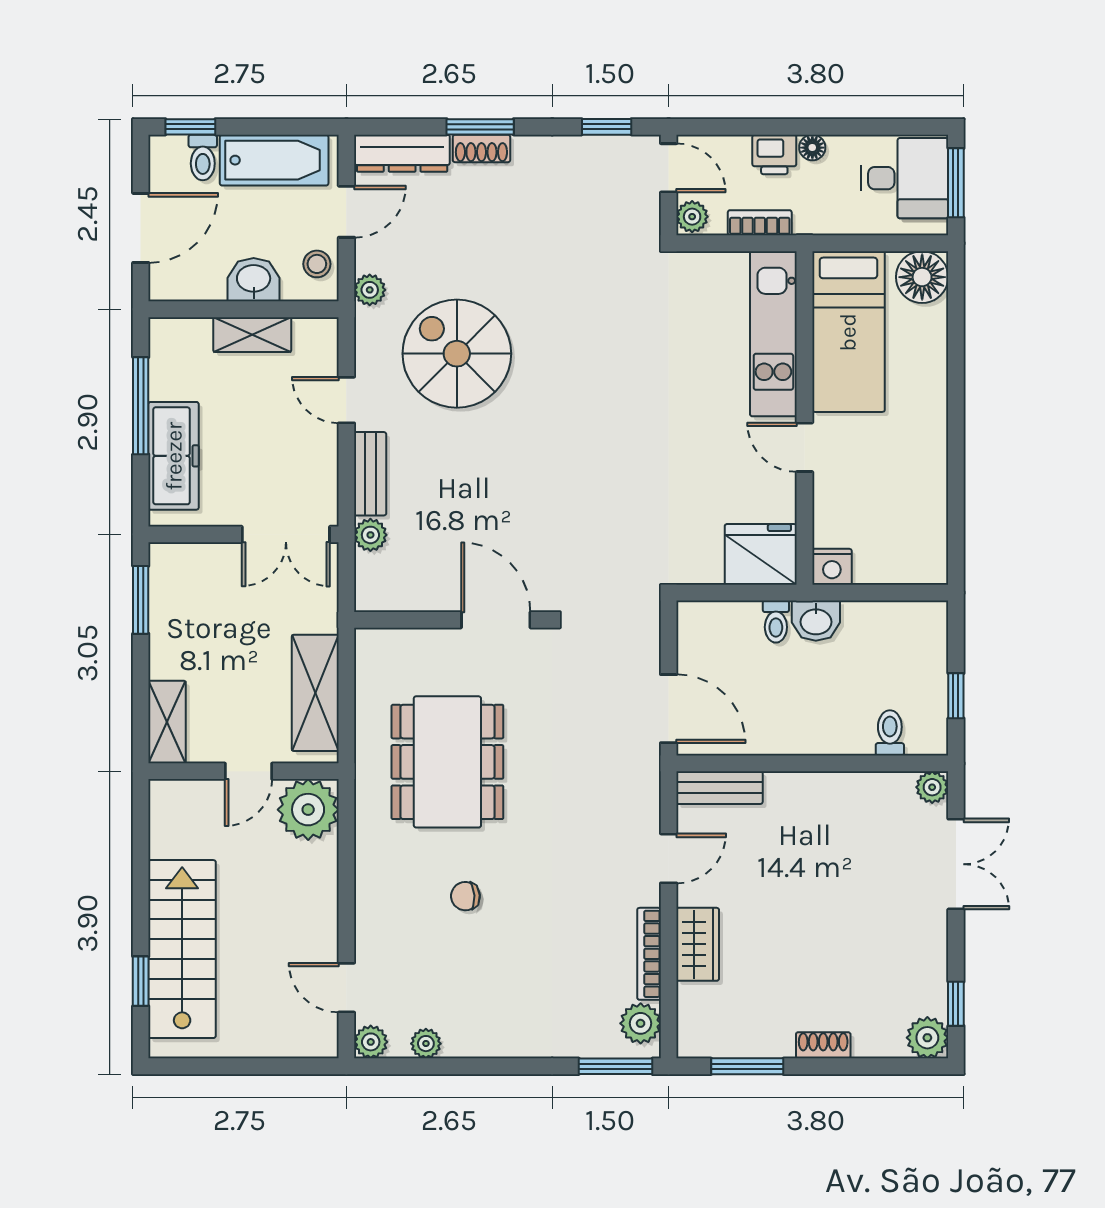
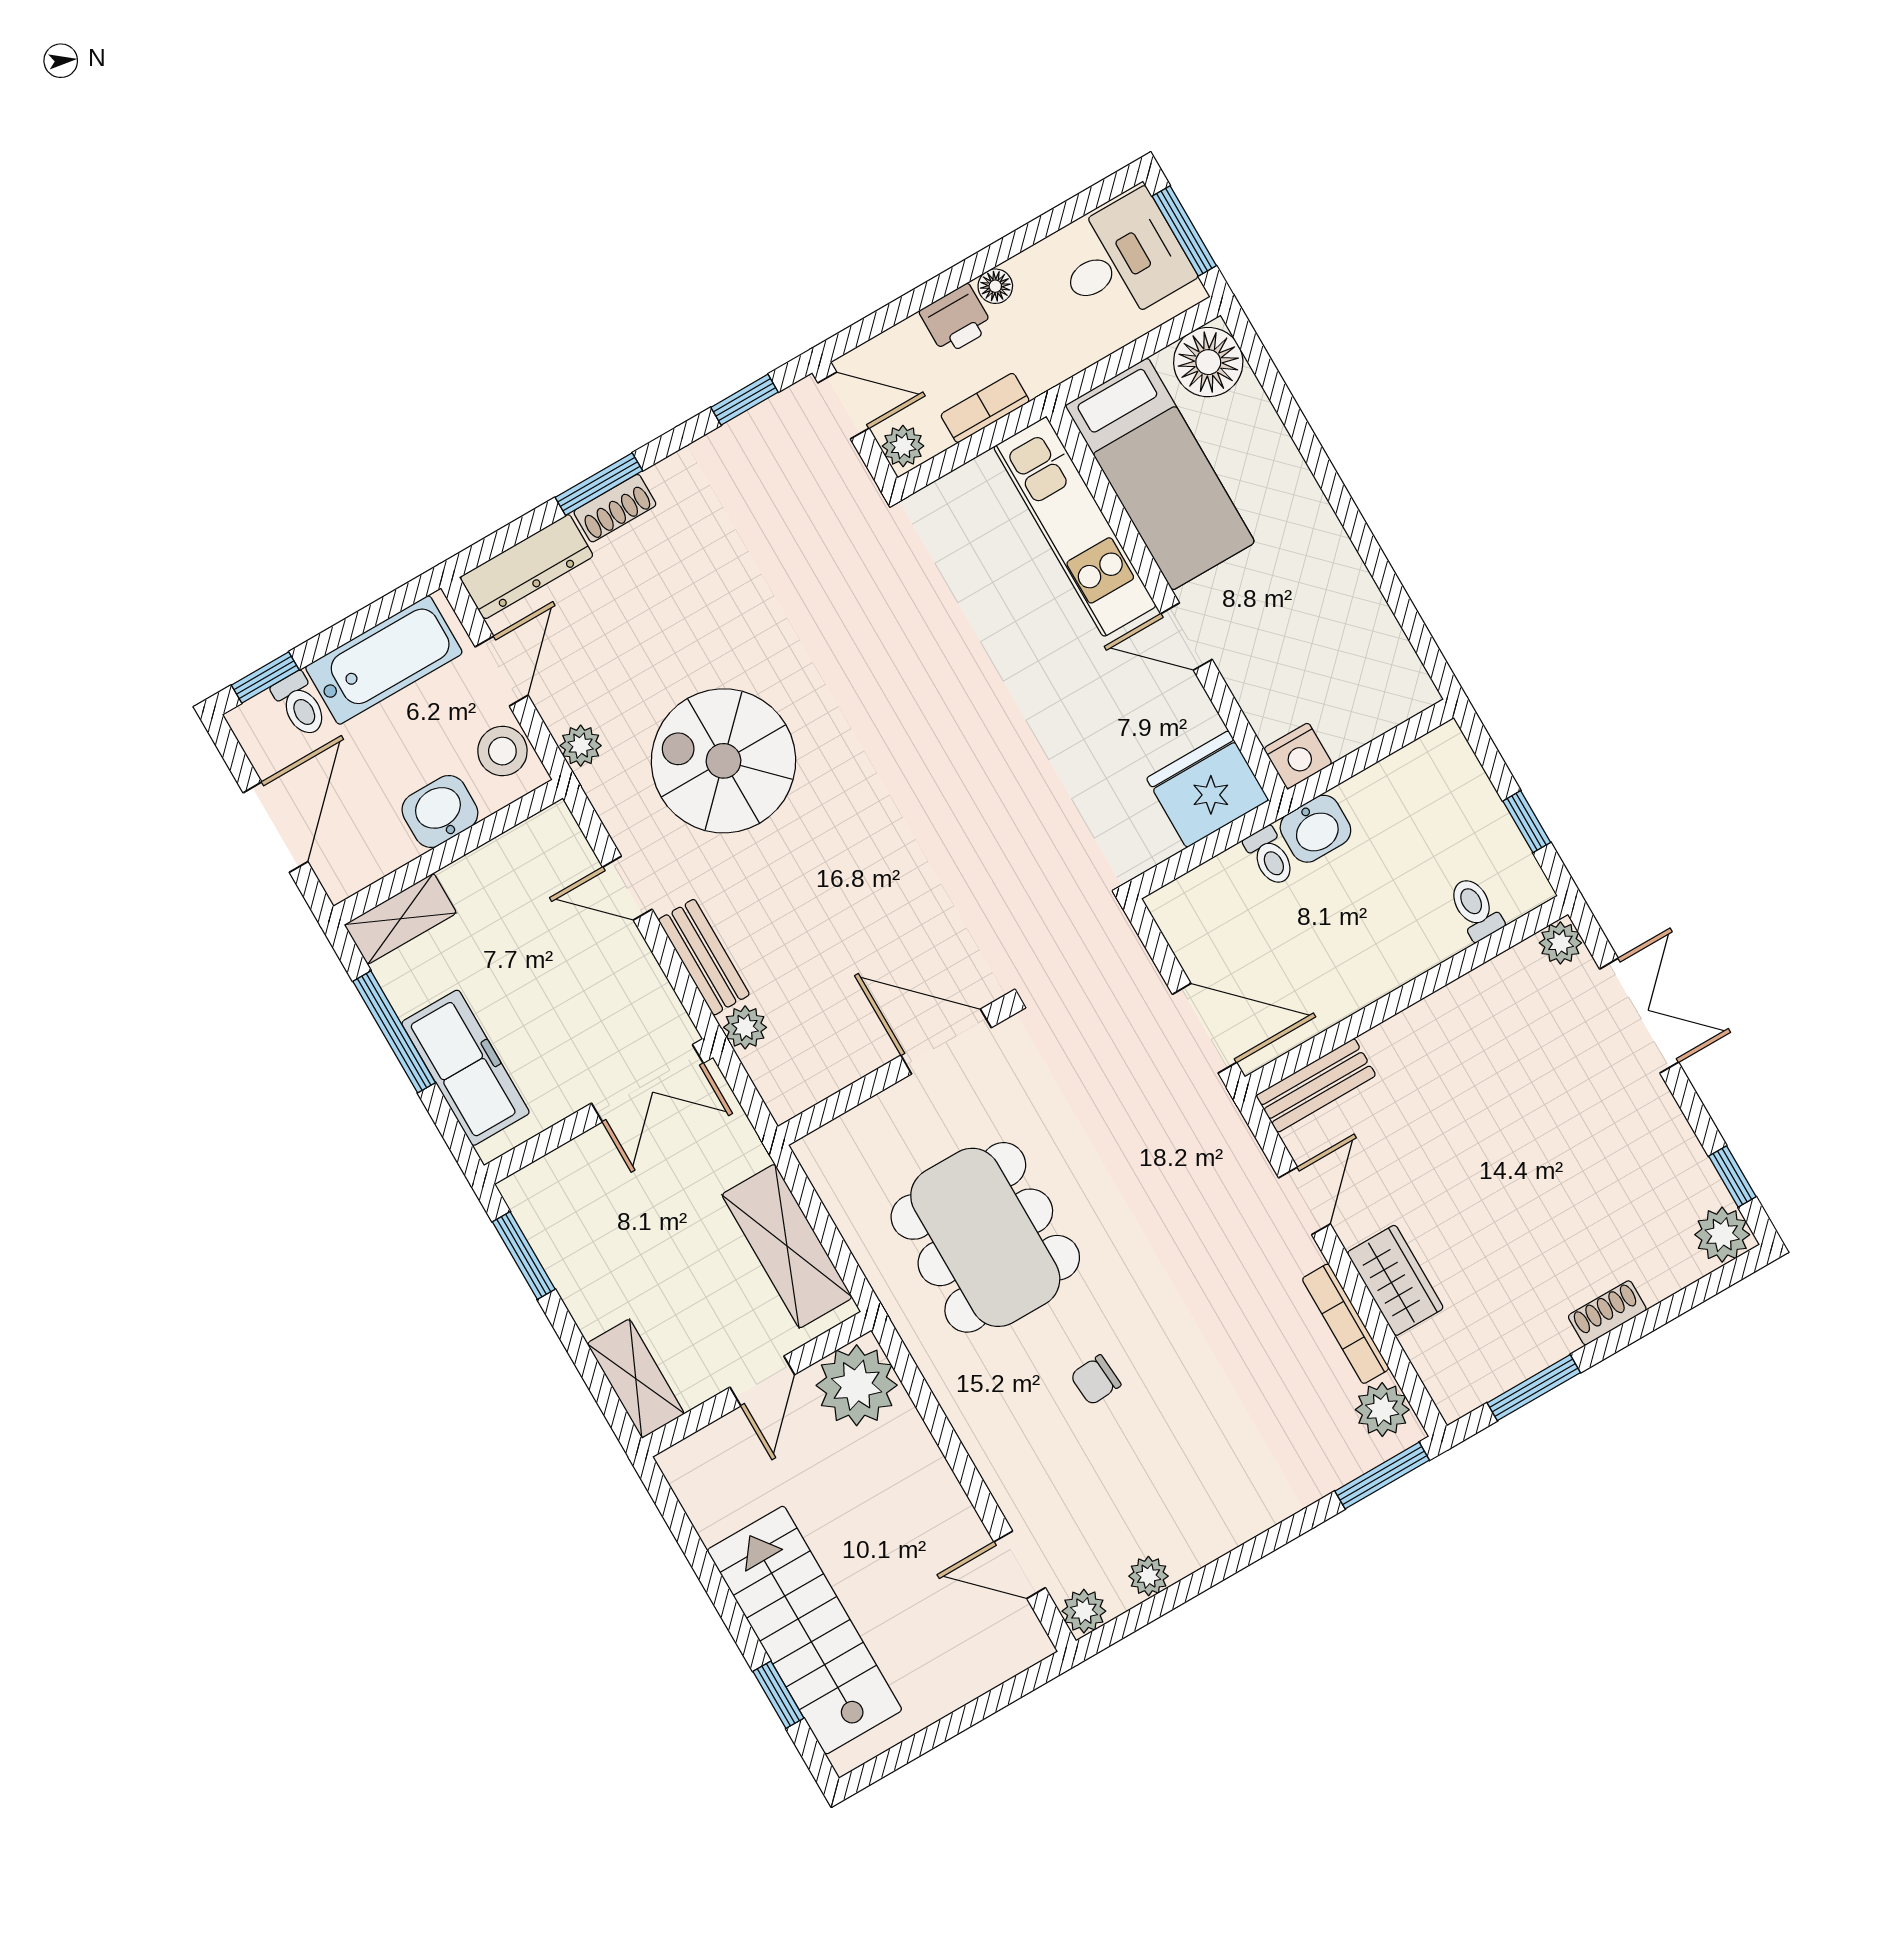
stool: (317, 264) -> (502, 751), width x1.37, depth x1.37
shelving: (252, 335) -> (400, 919), moved

